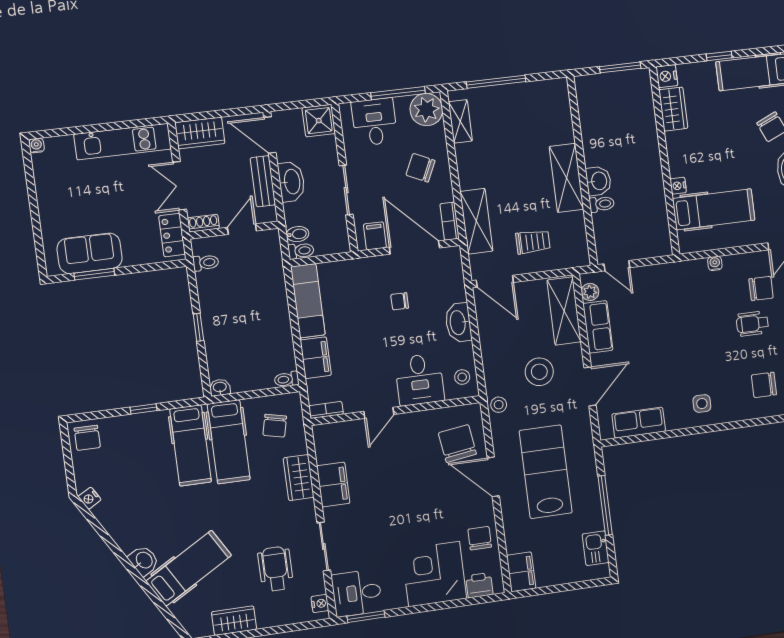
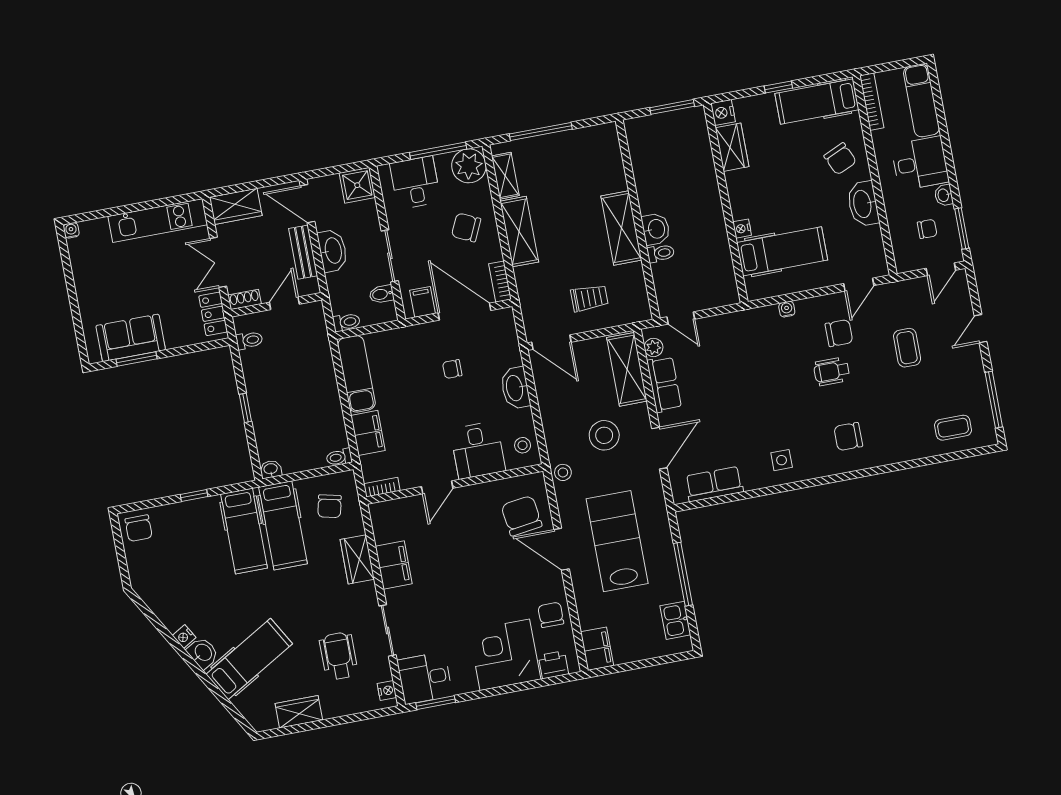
shelving: (476, 221) -> (519, 232), moved
bidet: (298, 234) -> (382, 294), moved, turned 180
nightstand: (90, 498) -> (184, 636), moved

